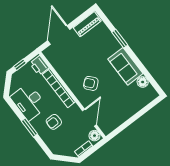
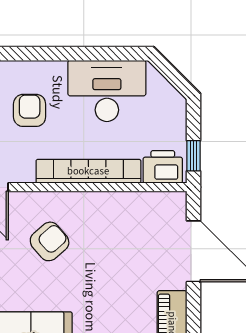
window: (20, 65) -> (193, 156), moved
window: (29, 128) -> (55, 54), removed

